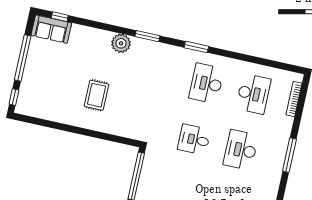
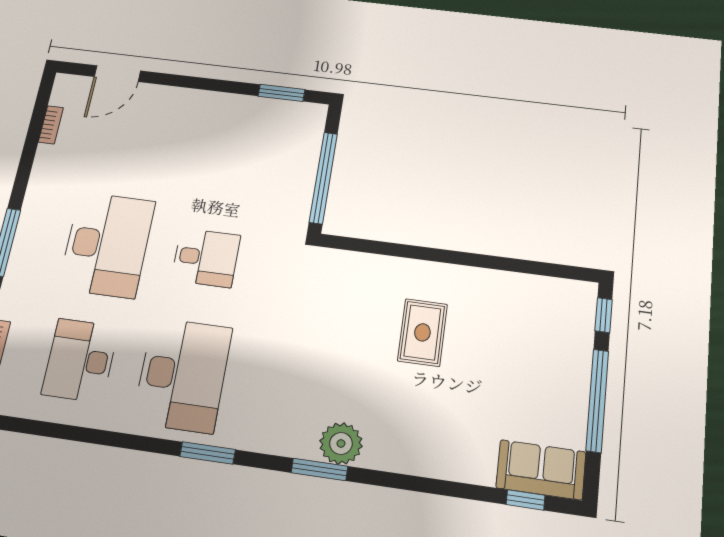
plant: (121, 43) -> (341, 443), moved
desk: (207, 83) -> (183, 375), width x1.36, depth x1.30
desk: (241, 150) -> (107, 245), width x1.36, depth x1.30

